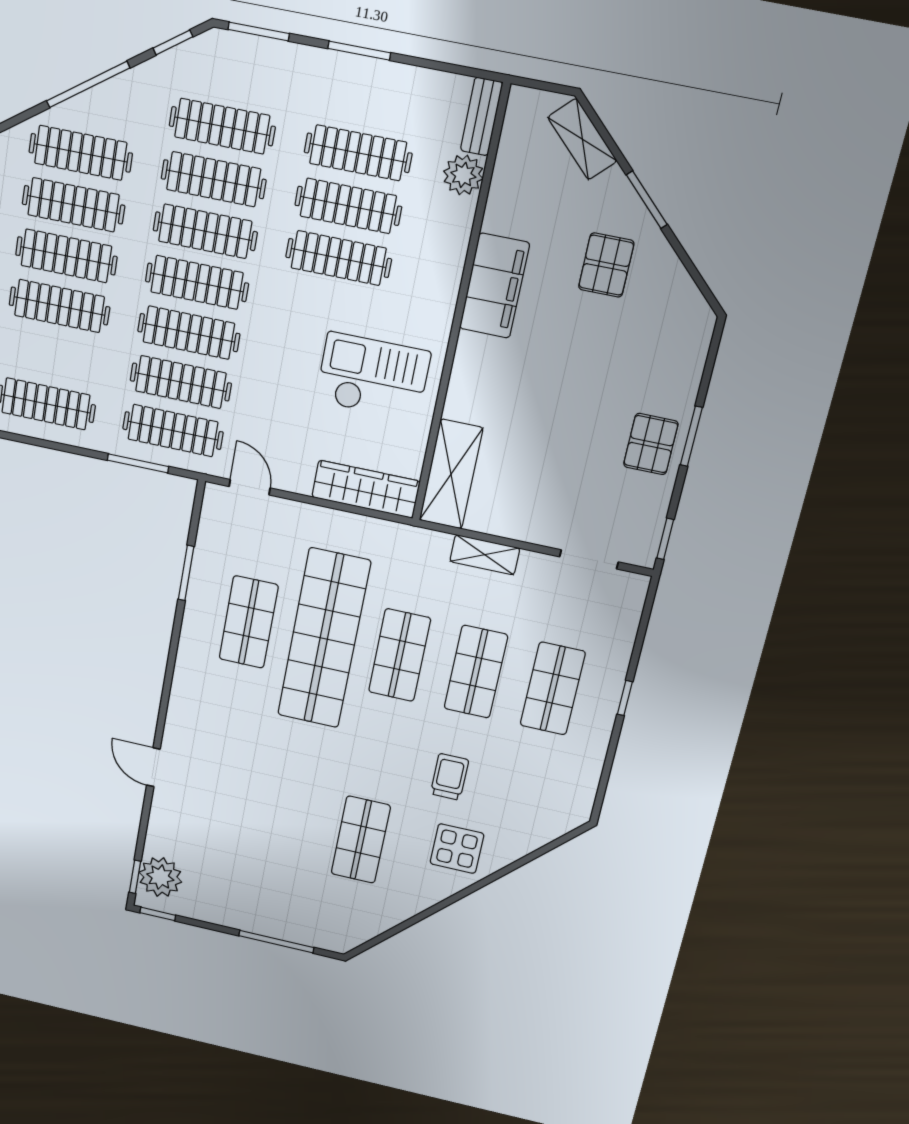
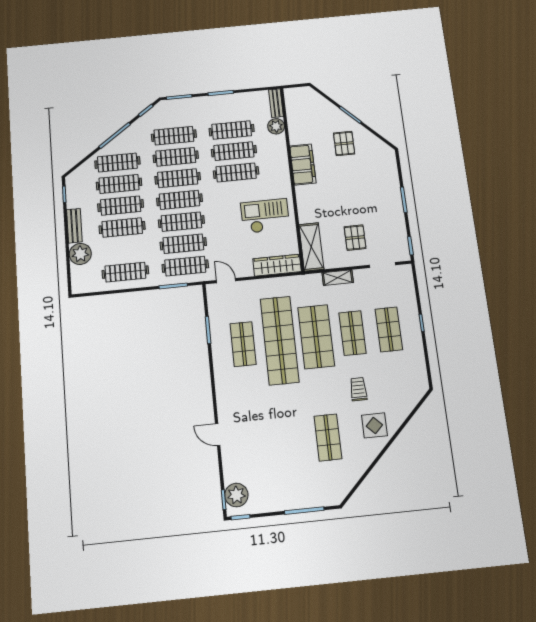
shelving: (582, 139) -> (318, 100), removed
pallet: (651, 444) -> (355, 238), moved
shop shelf: (400, 655) -> (316, 337), width x1.43, depth x1.36

